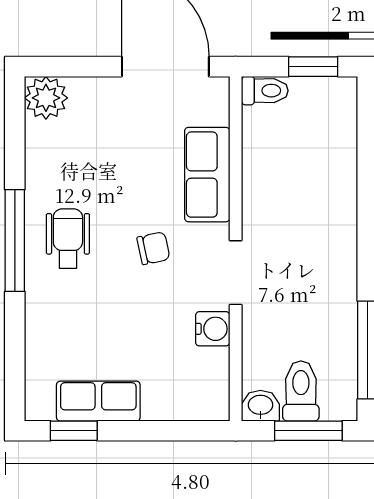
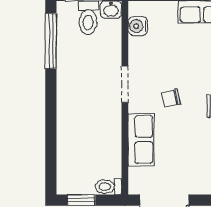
water cooler: (213, 329) -> (138, 26), moved

